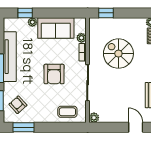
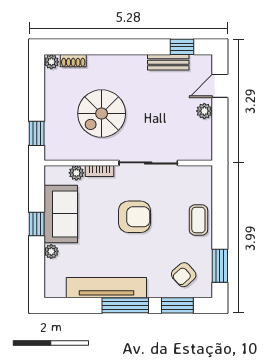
window: (25, 13) -> (37, 224), moved
coffee table: (67, 112) -> (198, 220), moved
plant: (94, 118) -> (204, 111), moved

